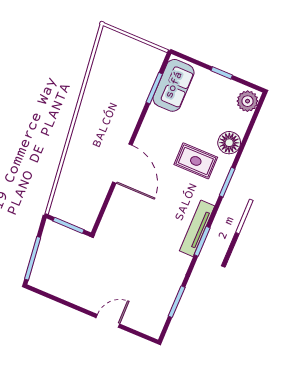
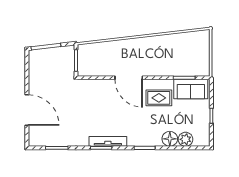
plant: (248, 101) -> (186, 139), moved
rug: (196, 161) -> (159, 98), moved, turned 90
door: (122, 164) -> (129, 78), hinge flipped
door: (108, 321) -> (27, 110), width x1.87

